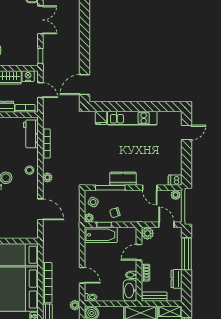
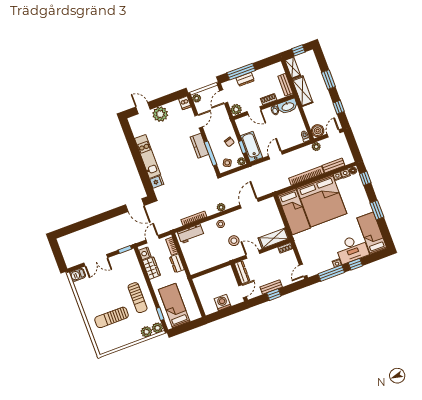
double door: (40, 20) -> (96, 260), swing flipped
plant: (173, 149) -> (160, 114), added
door: (82, 275) -> (275, 155), moved
dresser: (177, 279) -> (245, 79), moved

